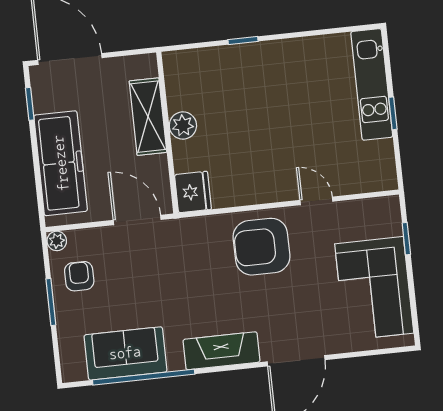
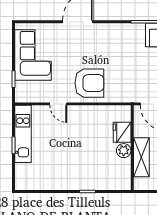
kitchen unit: (372, 84) -> (23, 134), moved
fridge: (193, 192) -> (122, 132), moved
fireplace: (221, 351) -> (116, 31), removed

